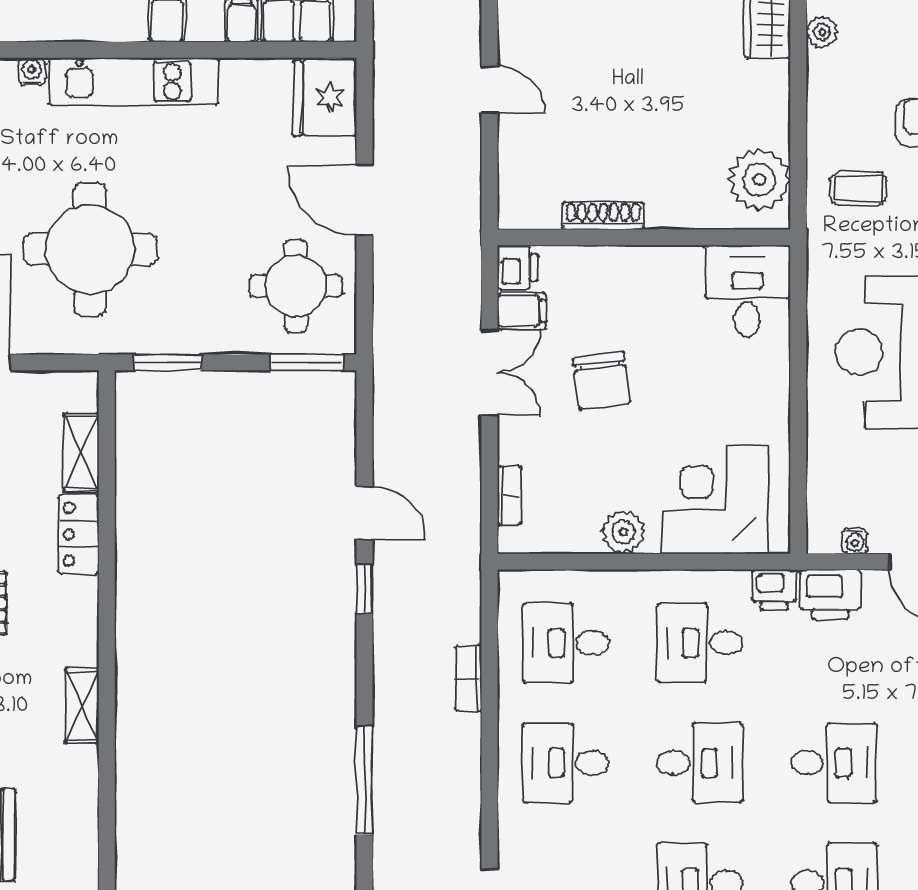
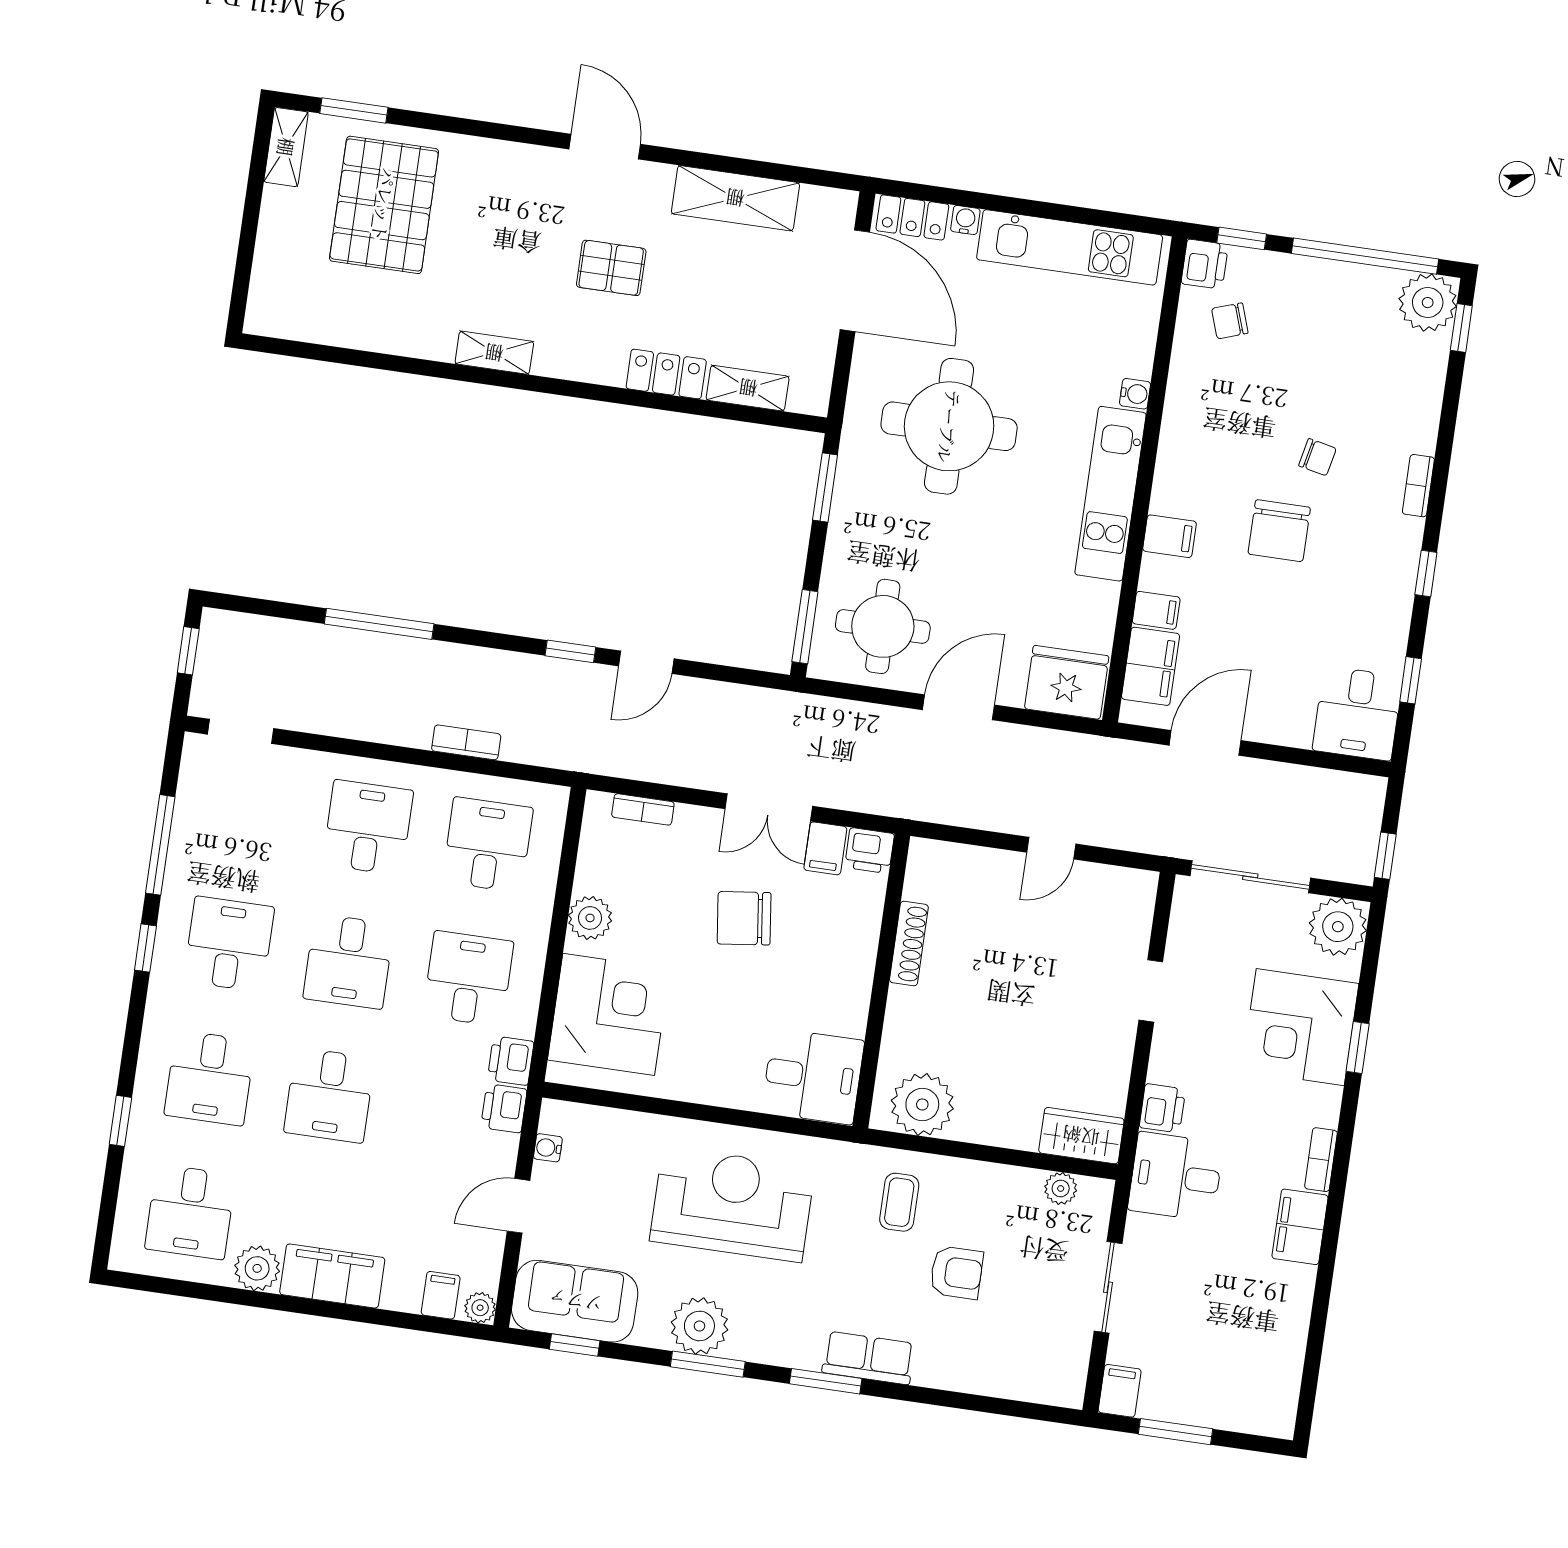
printer: (830, 594) -> (504, 1108), width x0.73, depth x0.81

